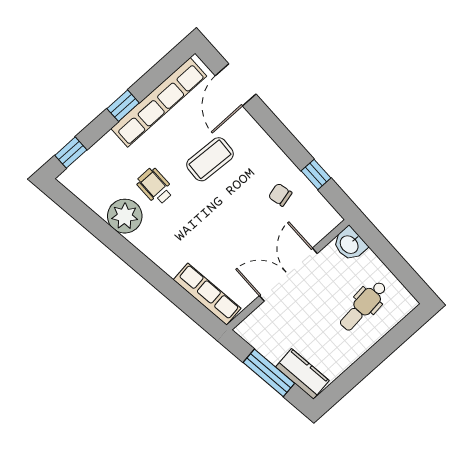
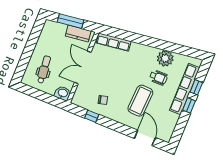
row of seats: (159, 102) -> (185, 89), moved
window: (71, 153) -> (196, 87), moved
coffee table: (210, 159) -> (140, 101), width x1.36, depth x1.32
double door: (288, 275) -> (83, 67), swing flipped
kitchen counter: (302, 374) -> (78, 33), moved

